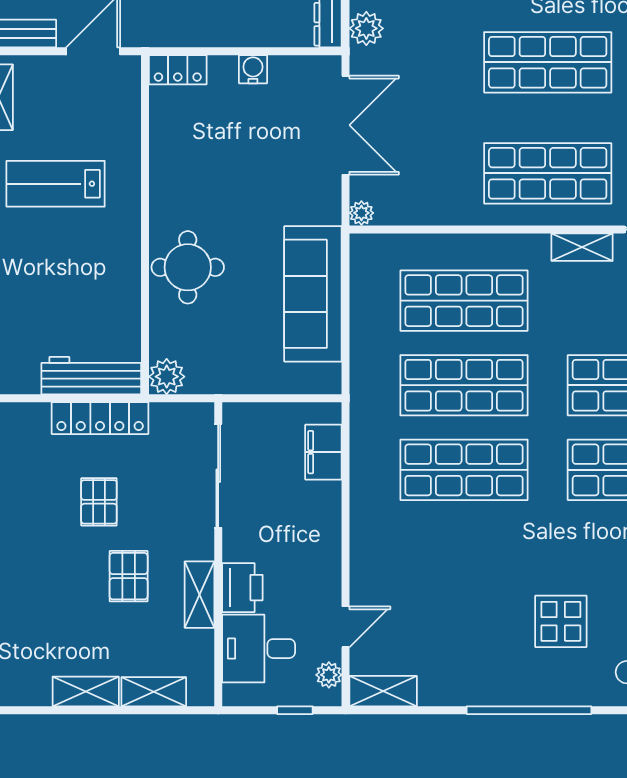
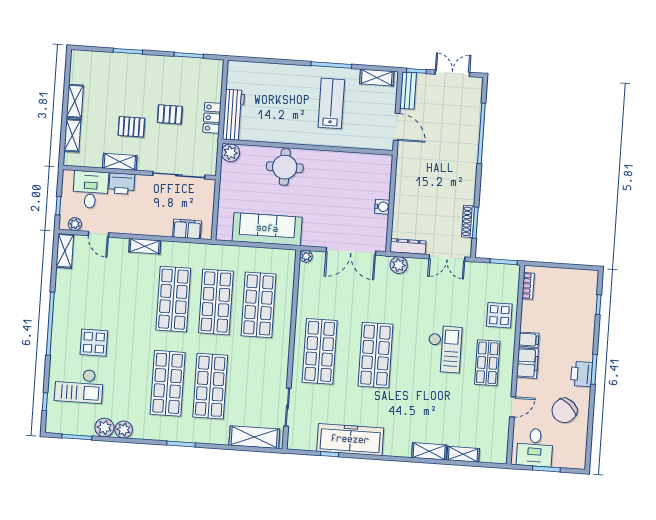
locker: (178, 70) -> (384, 169), removed
shelving: (582, 247) -> (145, 246), moved, turned 90
locker: (100, 418) -> (212, 118), width x0.66

